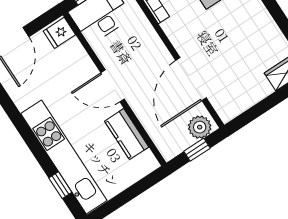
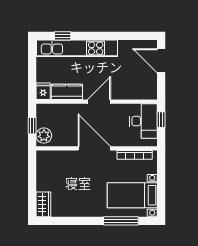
fridge: (59, 33) -> (43, 91), moved
door: (191, 79) -> (94, 148), moved

